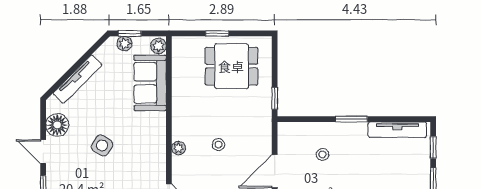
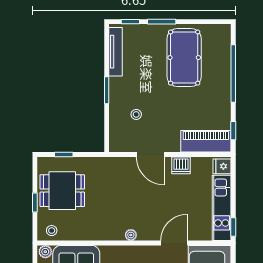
dining table: (231, 66) -> (62, 191), turned 90
window: (275, 98) -> (64, 154), moved
stool: (218, 145) -> (52, 231), moved

